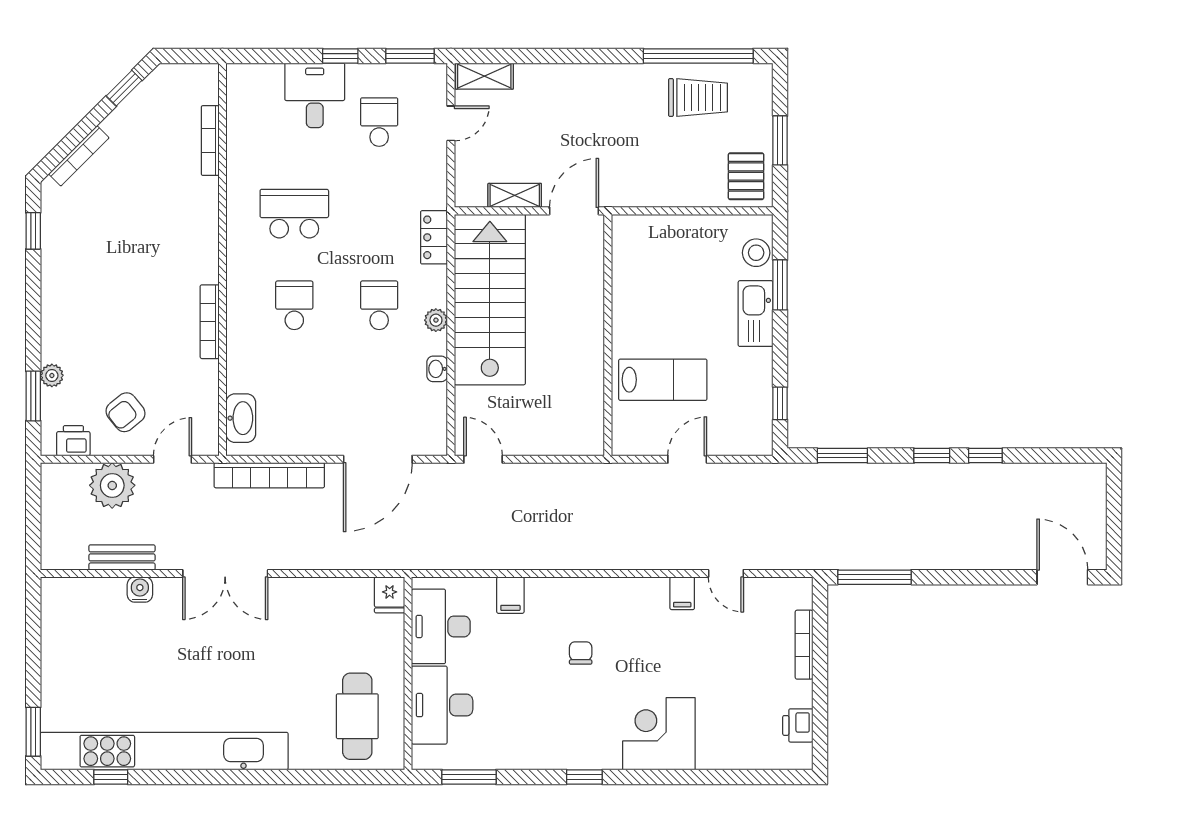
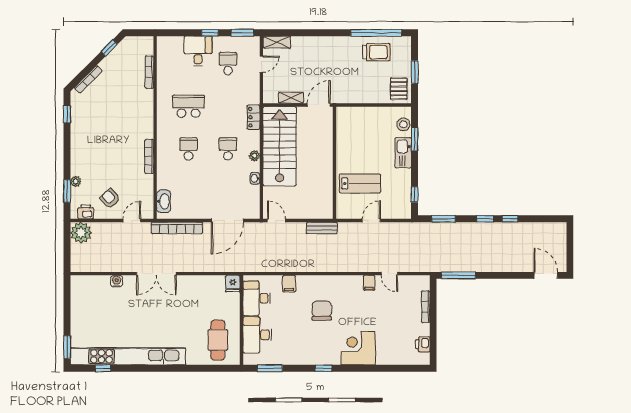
armchair: (125, 412) -> (110, 199), turned 87
plant: (112, 485) -> (81, 233), moved
bench: (122, 557) -> (322, 228), moved
chair: (581, 653) -> (322, 311), width x1.87, depth x1.87

